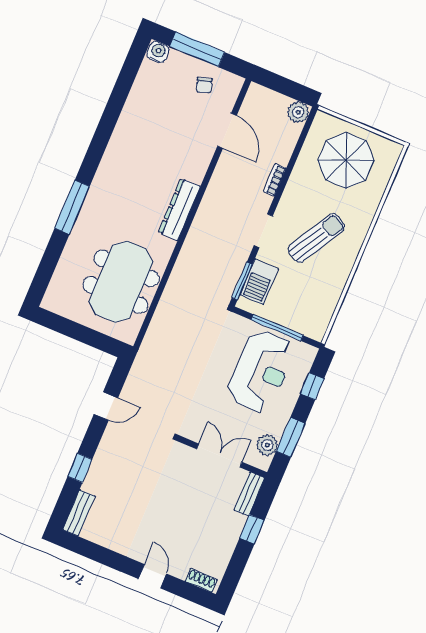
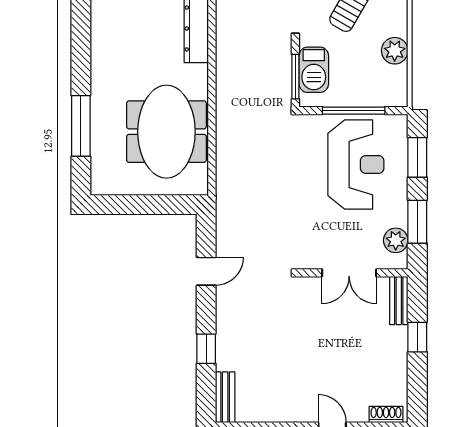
window: (72, 207) -> (81, 126), moved
plant: (330, 294) -> (395, 51), added
window: (312, 386) -> (417, 157), width x1.50
double door: (219, 455) -> (349, 273), swing flipped

